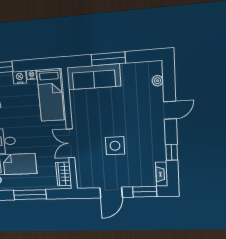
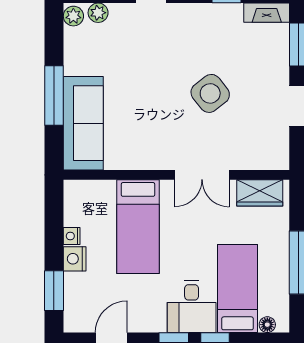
plant: (155, 66) -> (73, 16), added
bed: (51, 95) -> (138, 227), moved, turned 90
side table: (115, 146) -> (210, 93), turned -38

